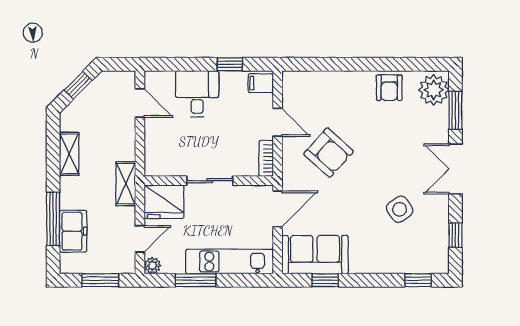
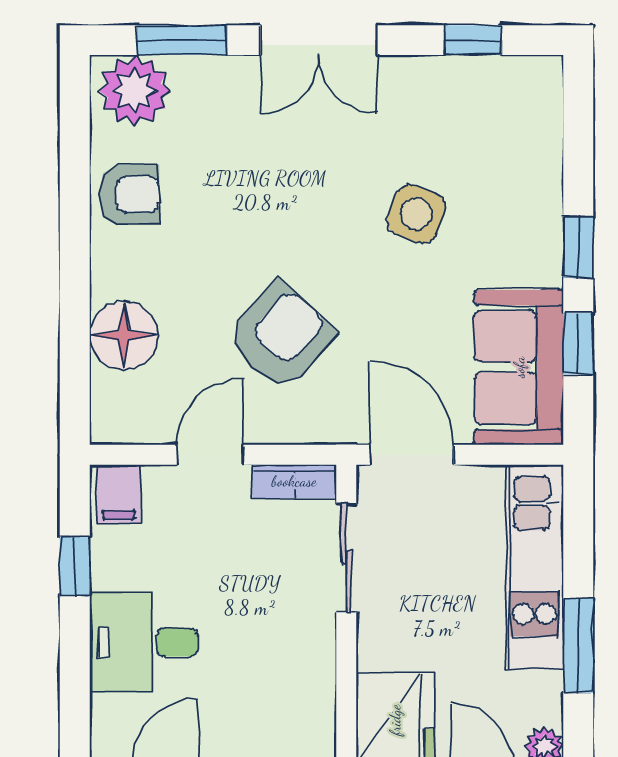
floor lamp: (329, 85) -> (124, 335), added
sliding door: (210, 181) -> (346, 558), moved
side table: (400, 209) -> (416, 214), moved, turned -35
window: (418, 280) -> (578, 247), moved

